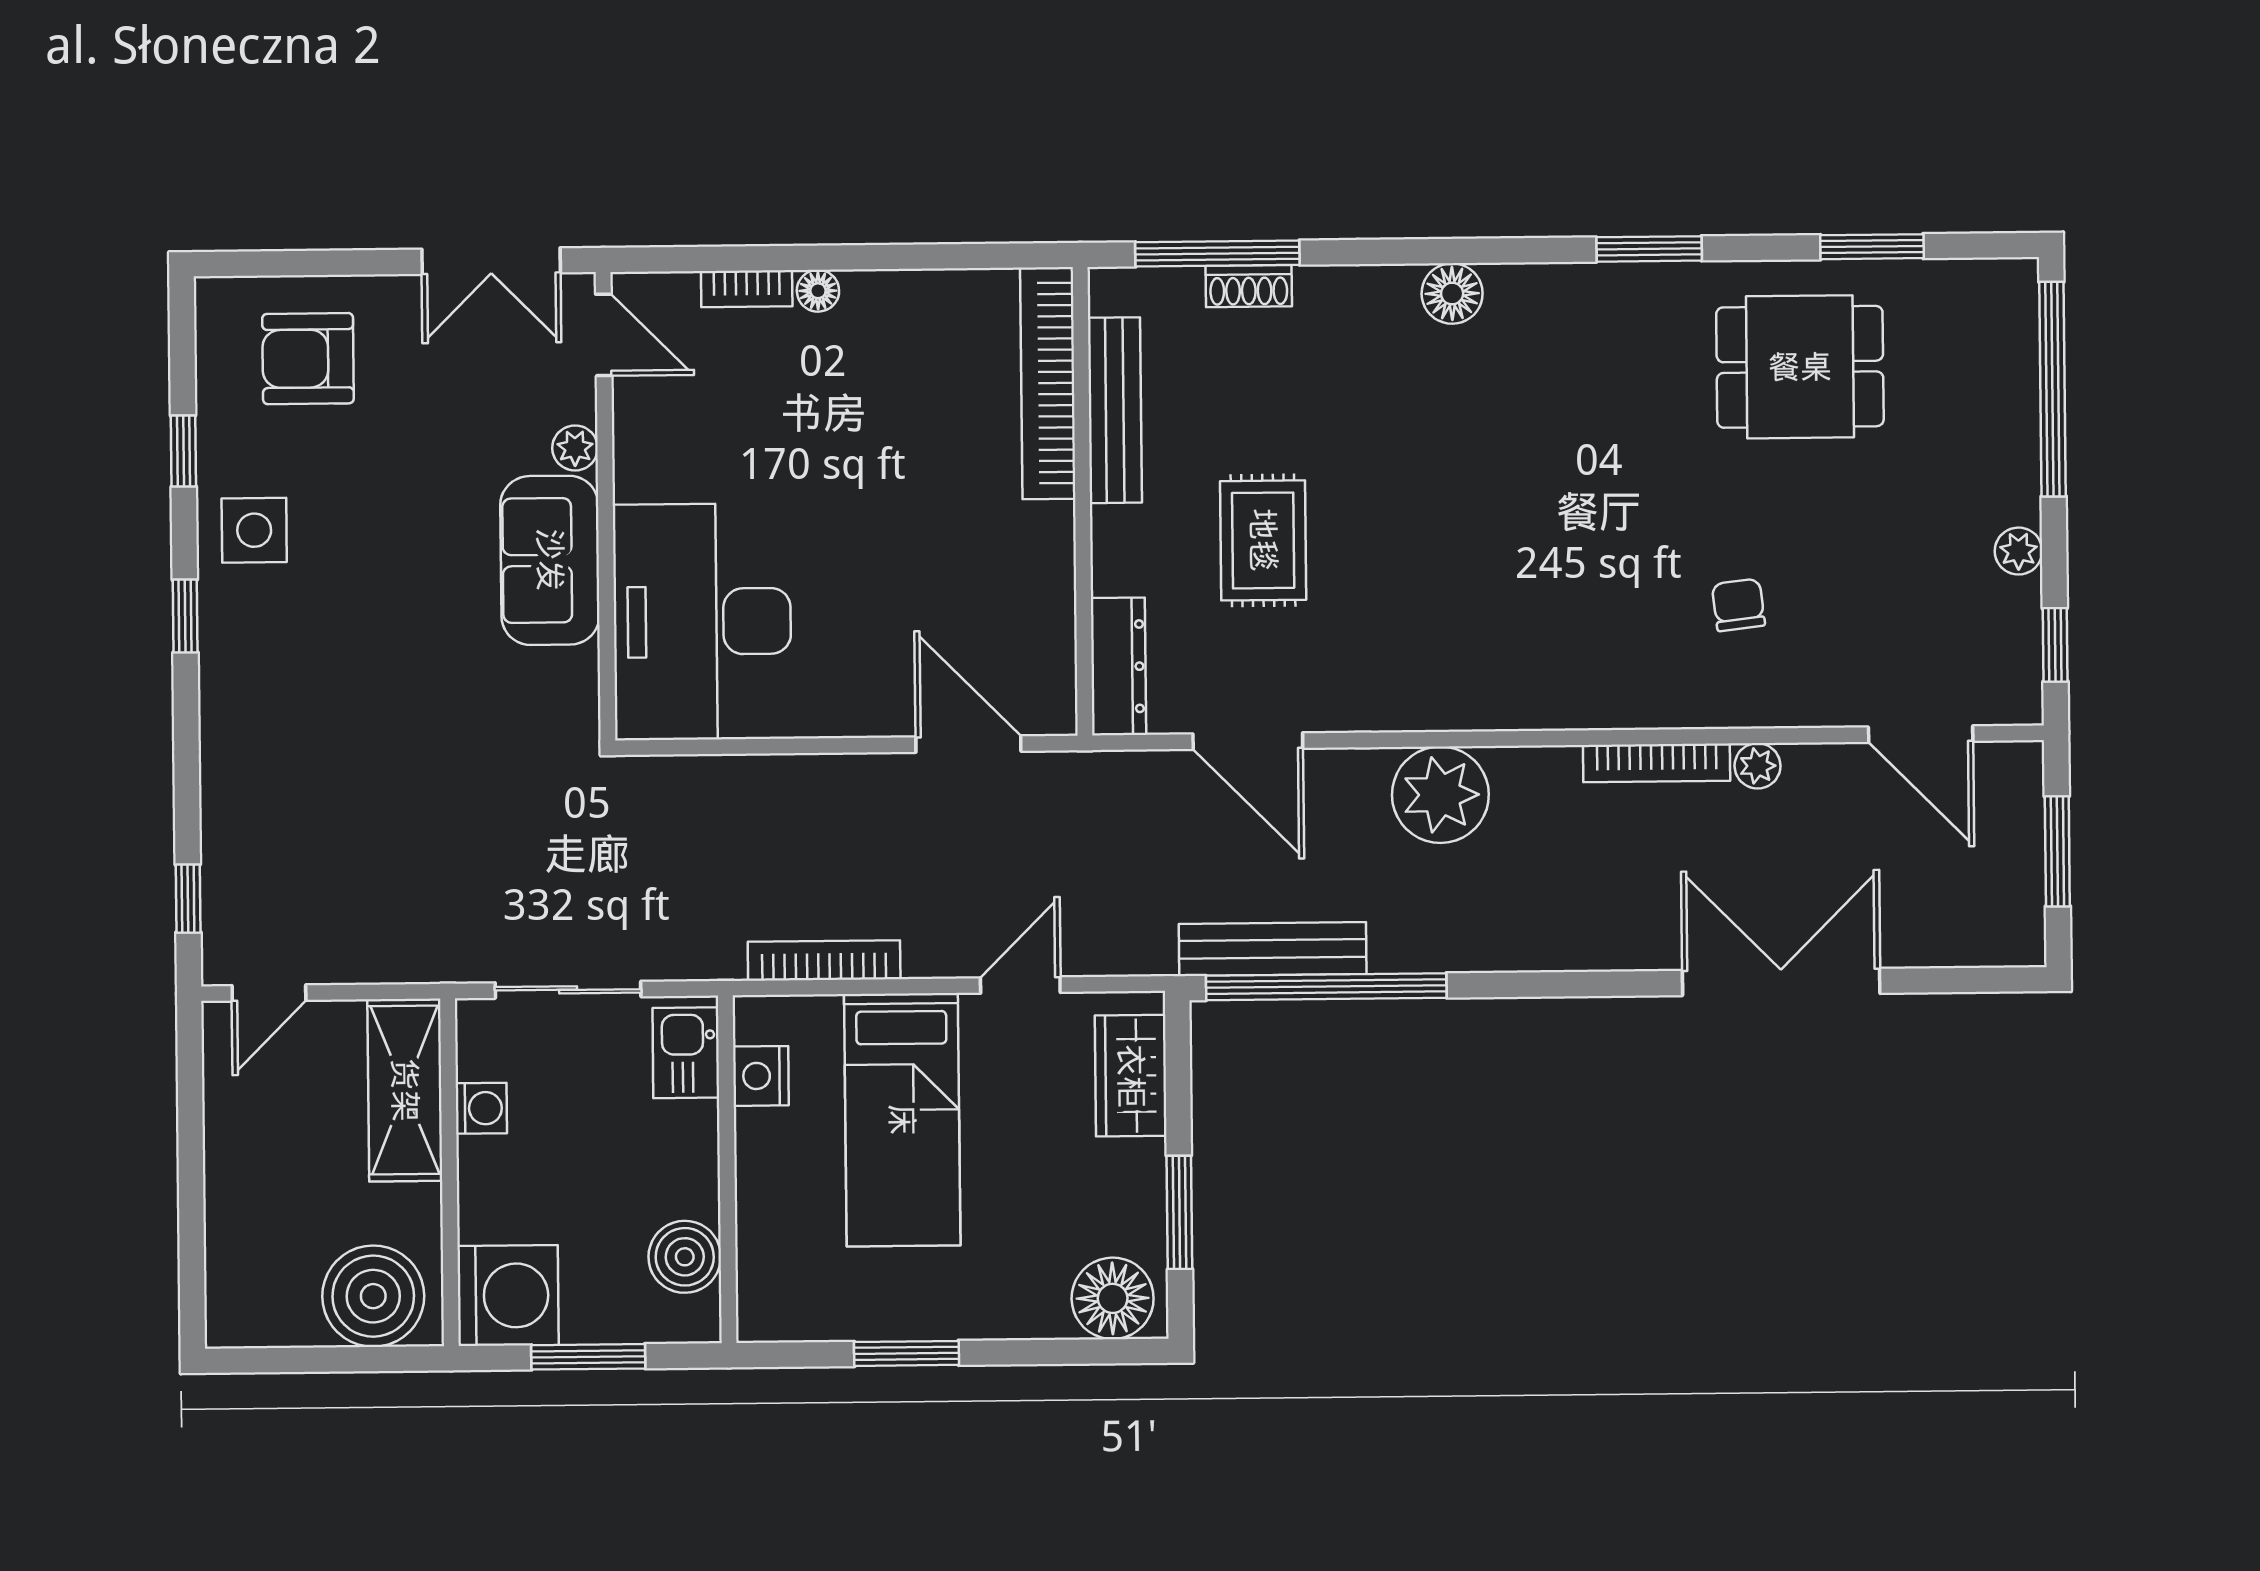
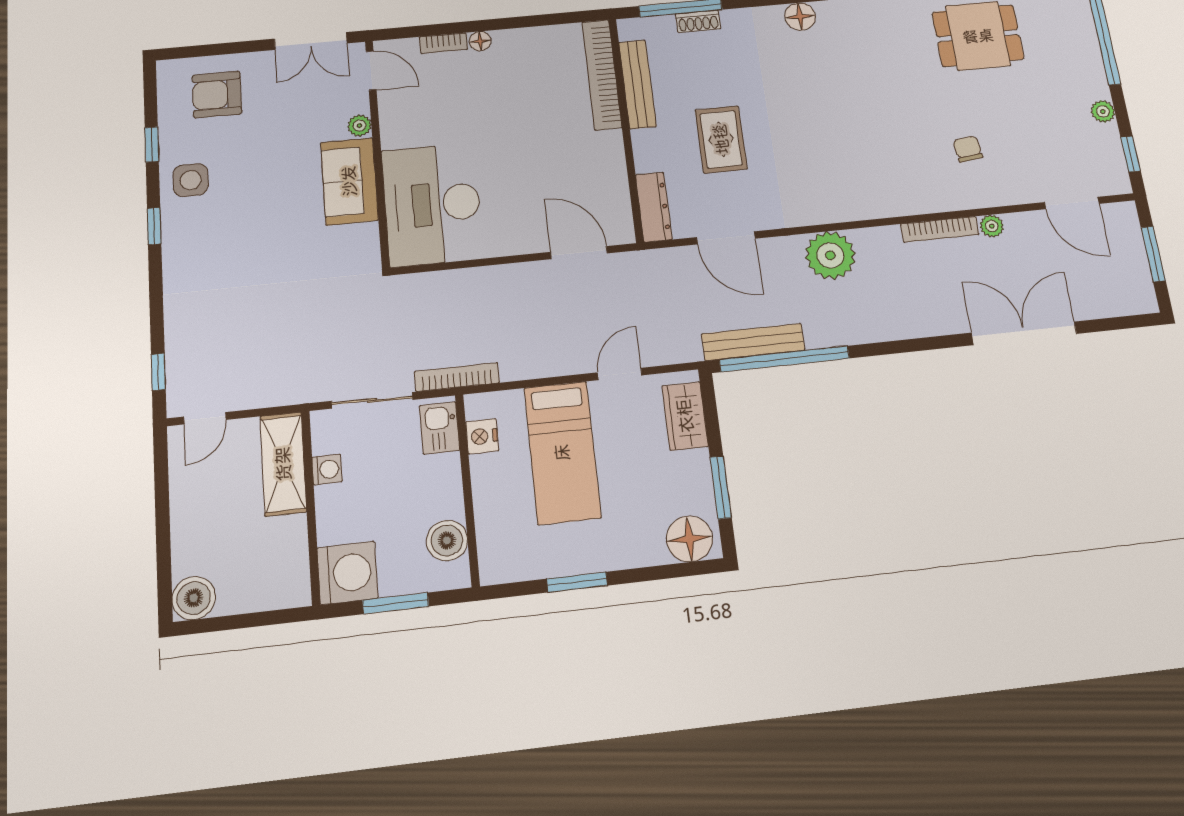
bookcase: (824, 960) -> (457, 377), moved
boiler: (373, 1296) -> (194, 598), moved, width x0.73, depth x0.73

